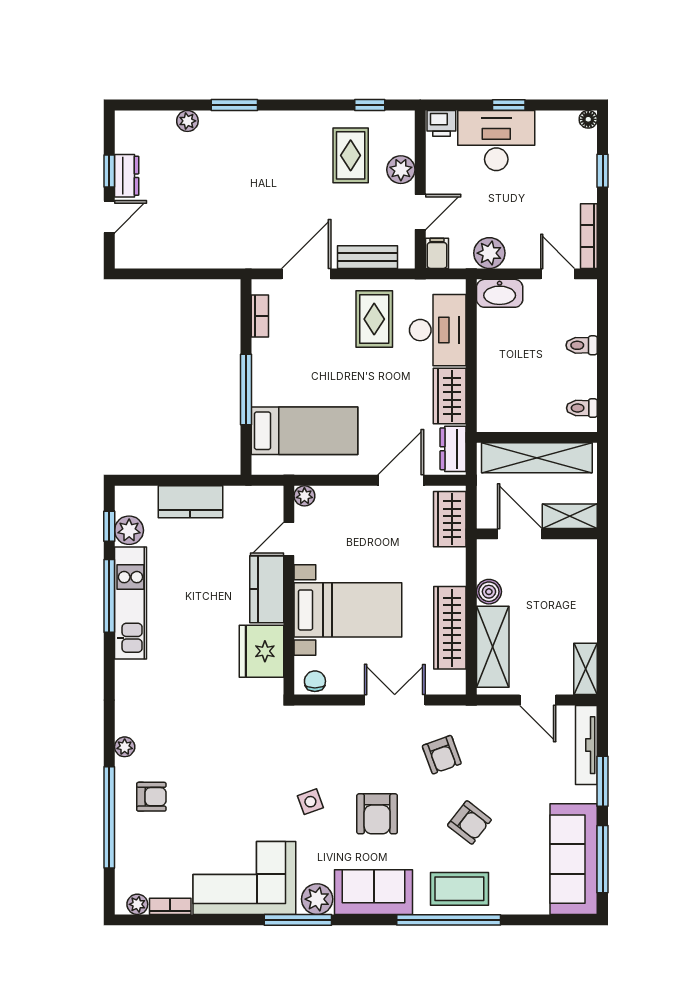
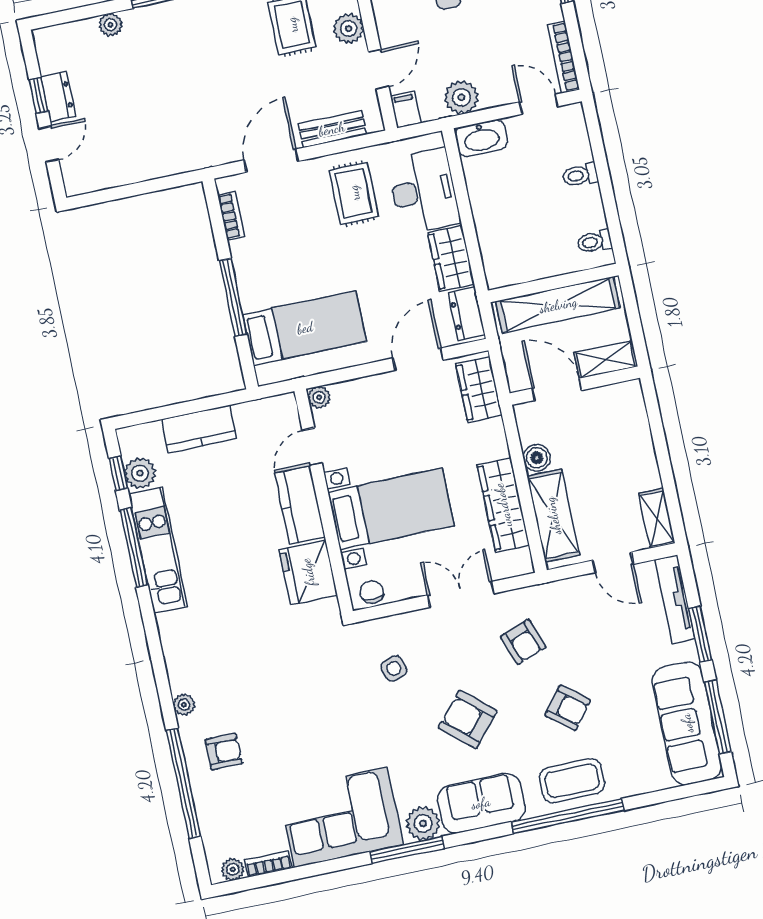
side table: (310, 802) -> (394, 668), moved
armchair: (377, 814) -> (468, 719), turned 131

